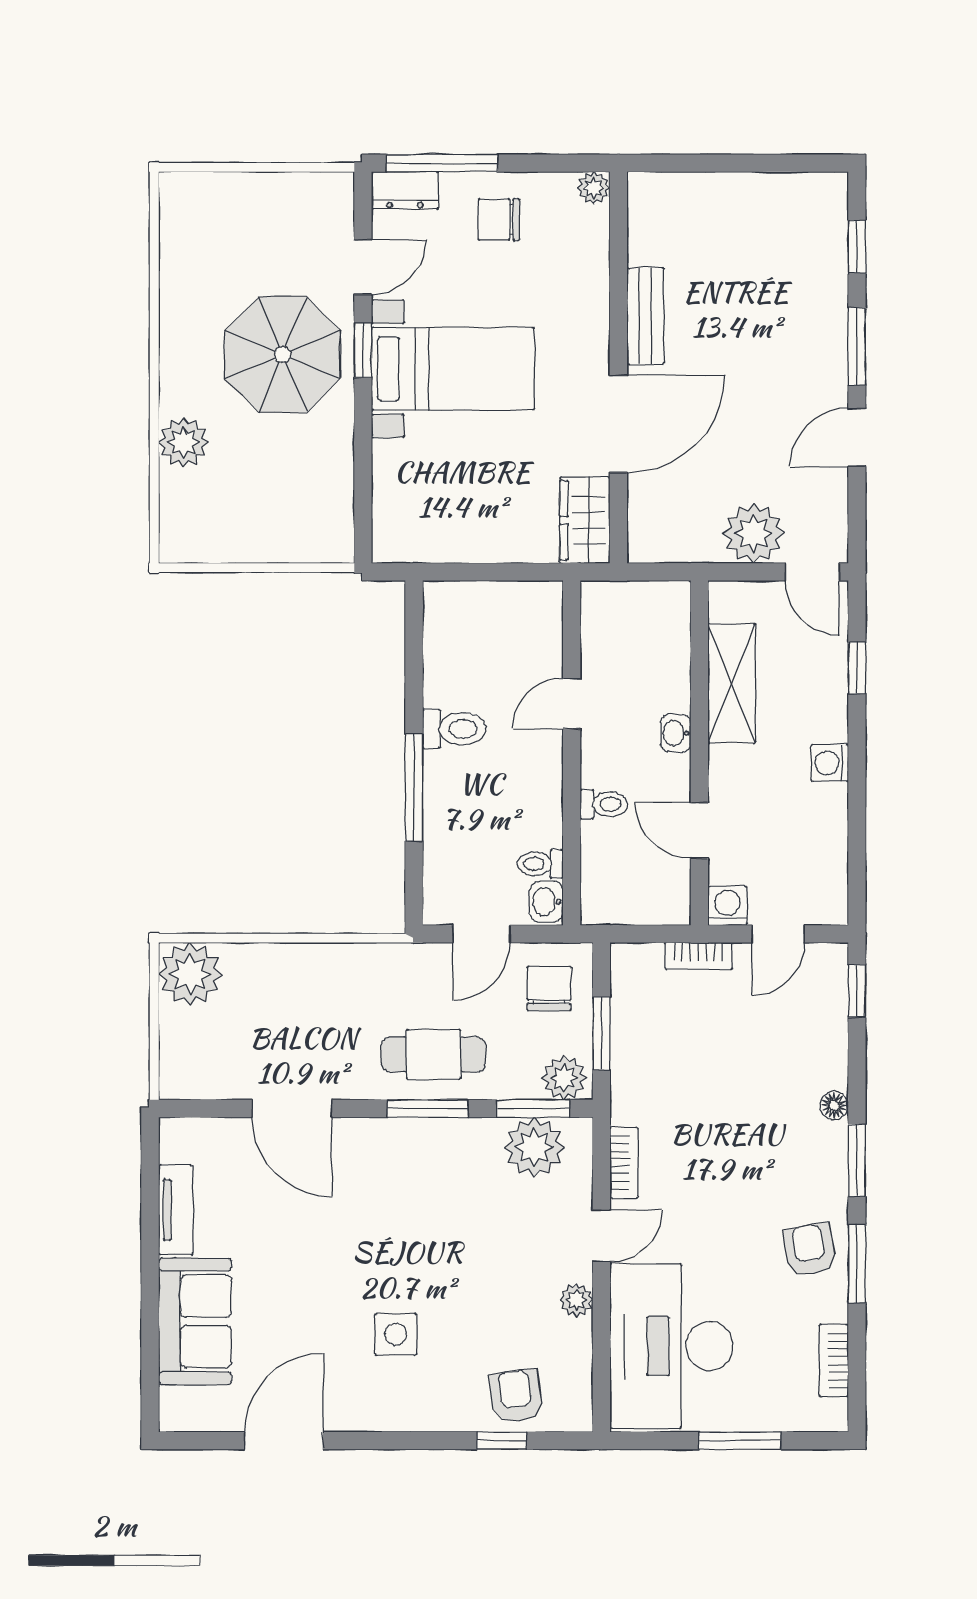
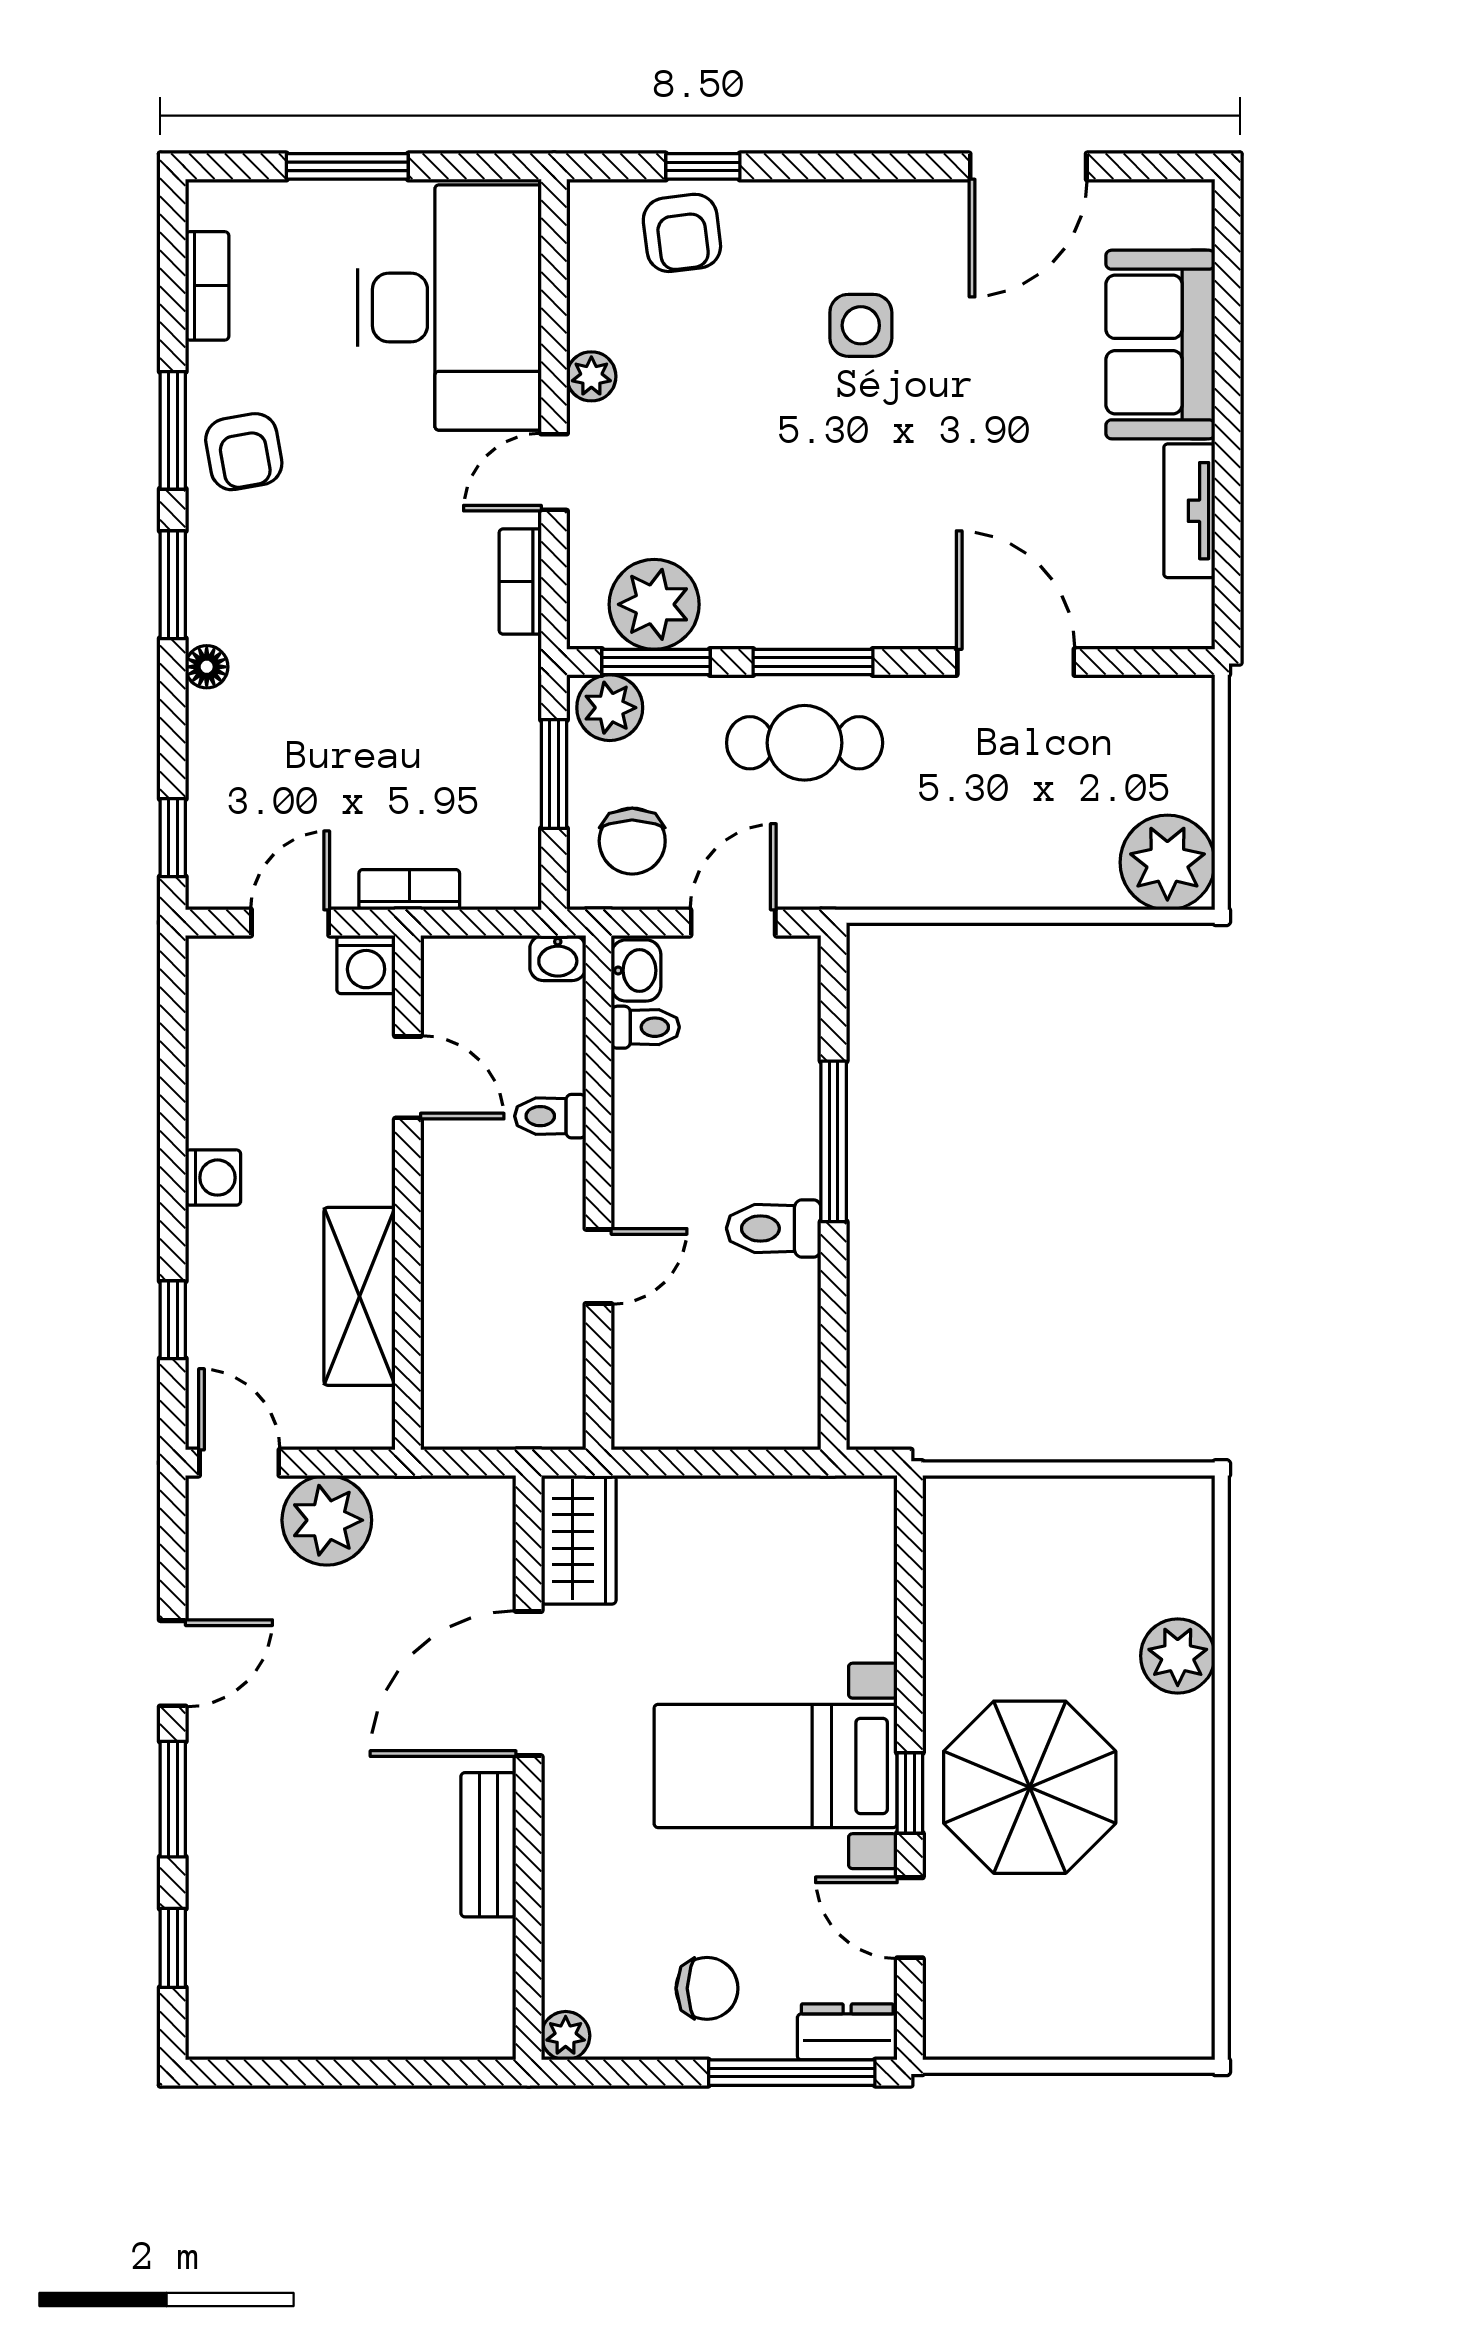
door: (363, 267) -> (910, 1918), hinge flipped
washbasin: (676, 733) -> (558, 958), moved, turned 90

